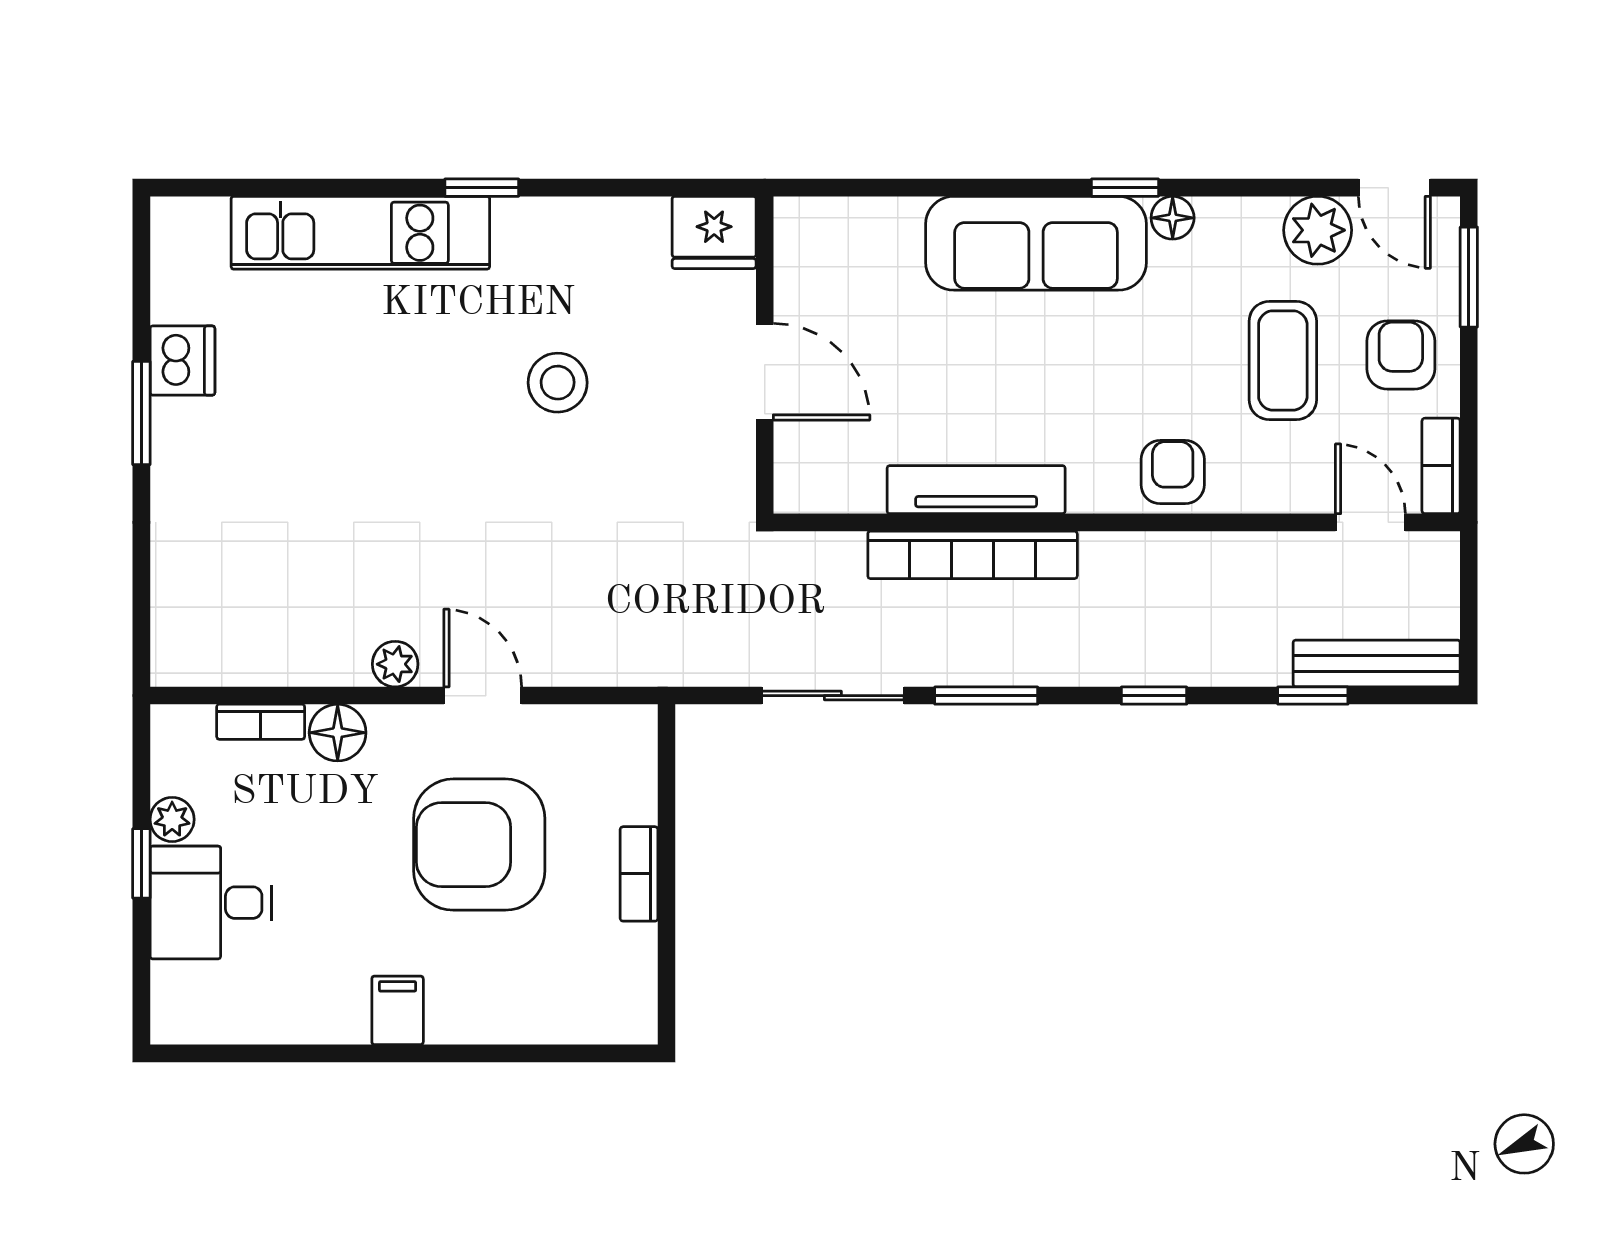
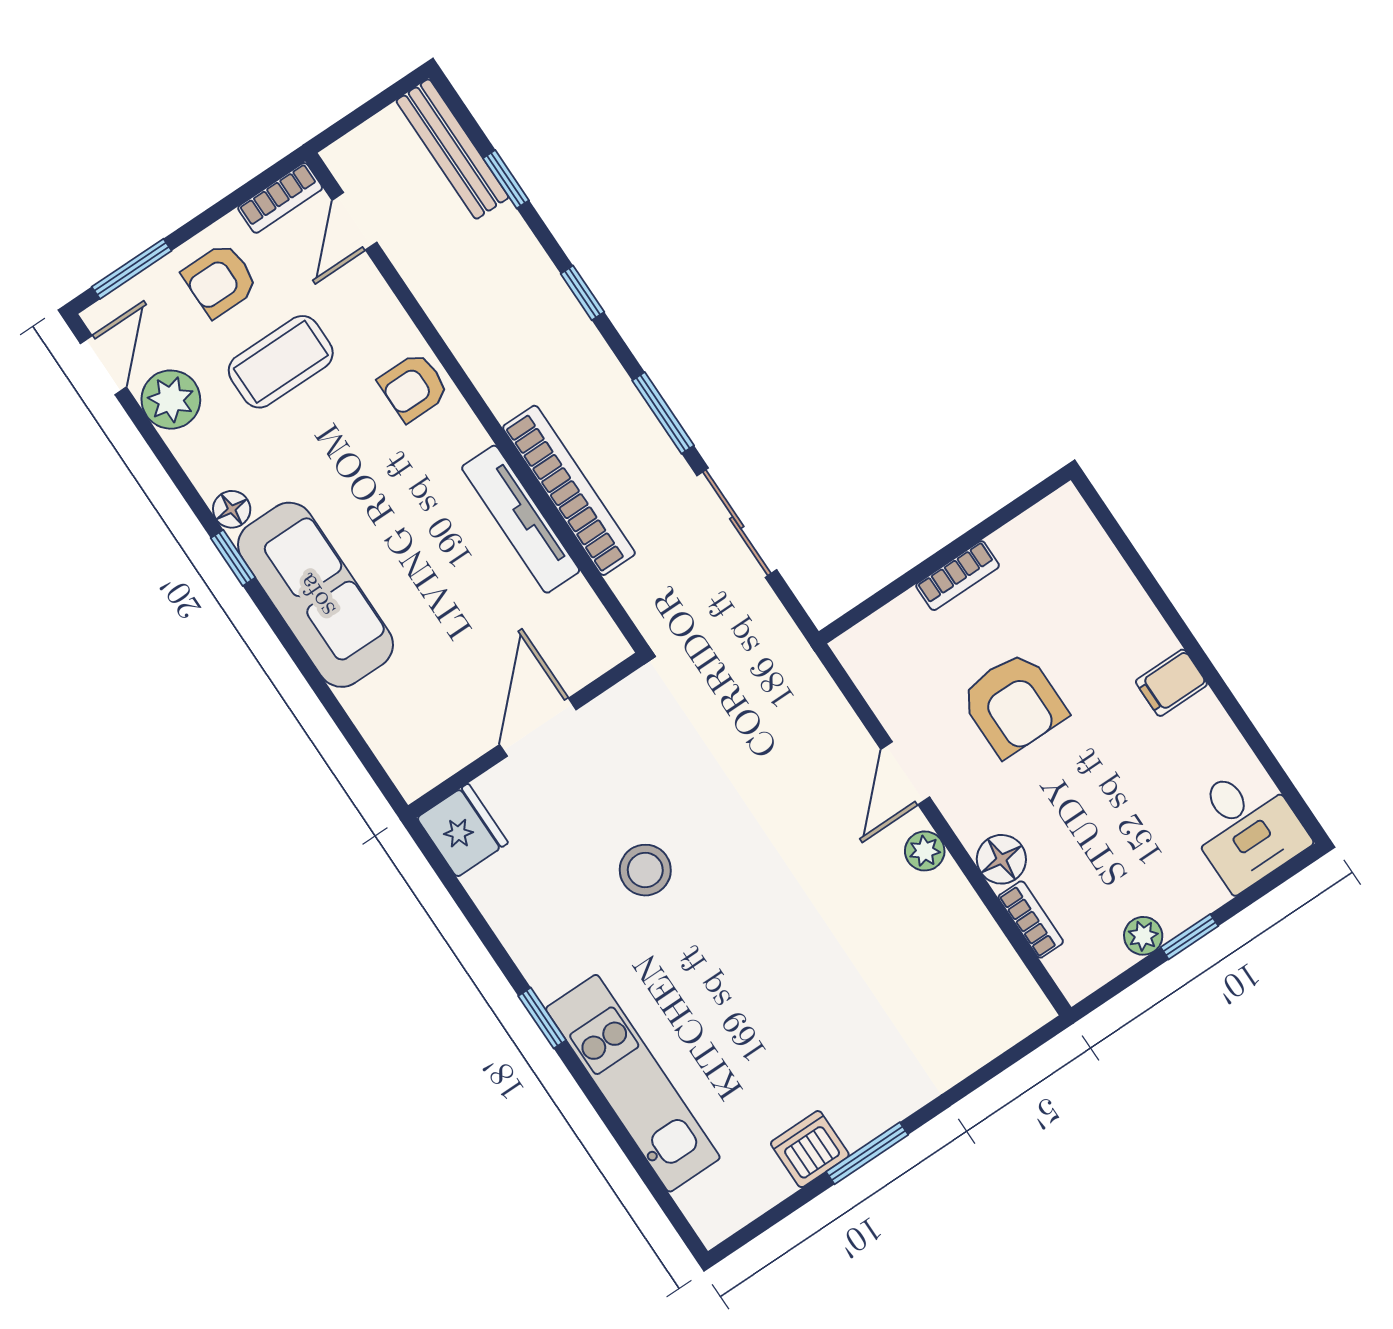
armchair: (479, 845) -> (1013, 704), width x0.73, depth x0.73
desk: (211, 903) -> (1245, 827), moved

